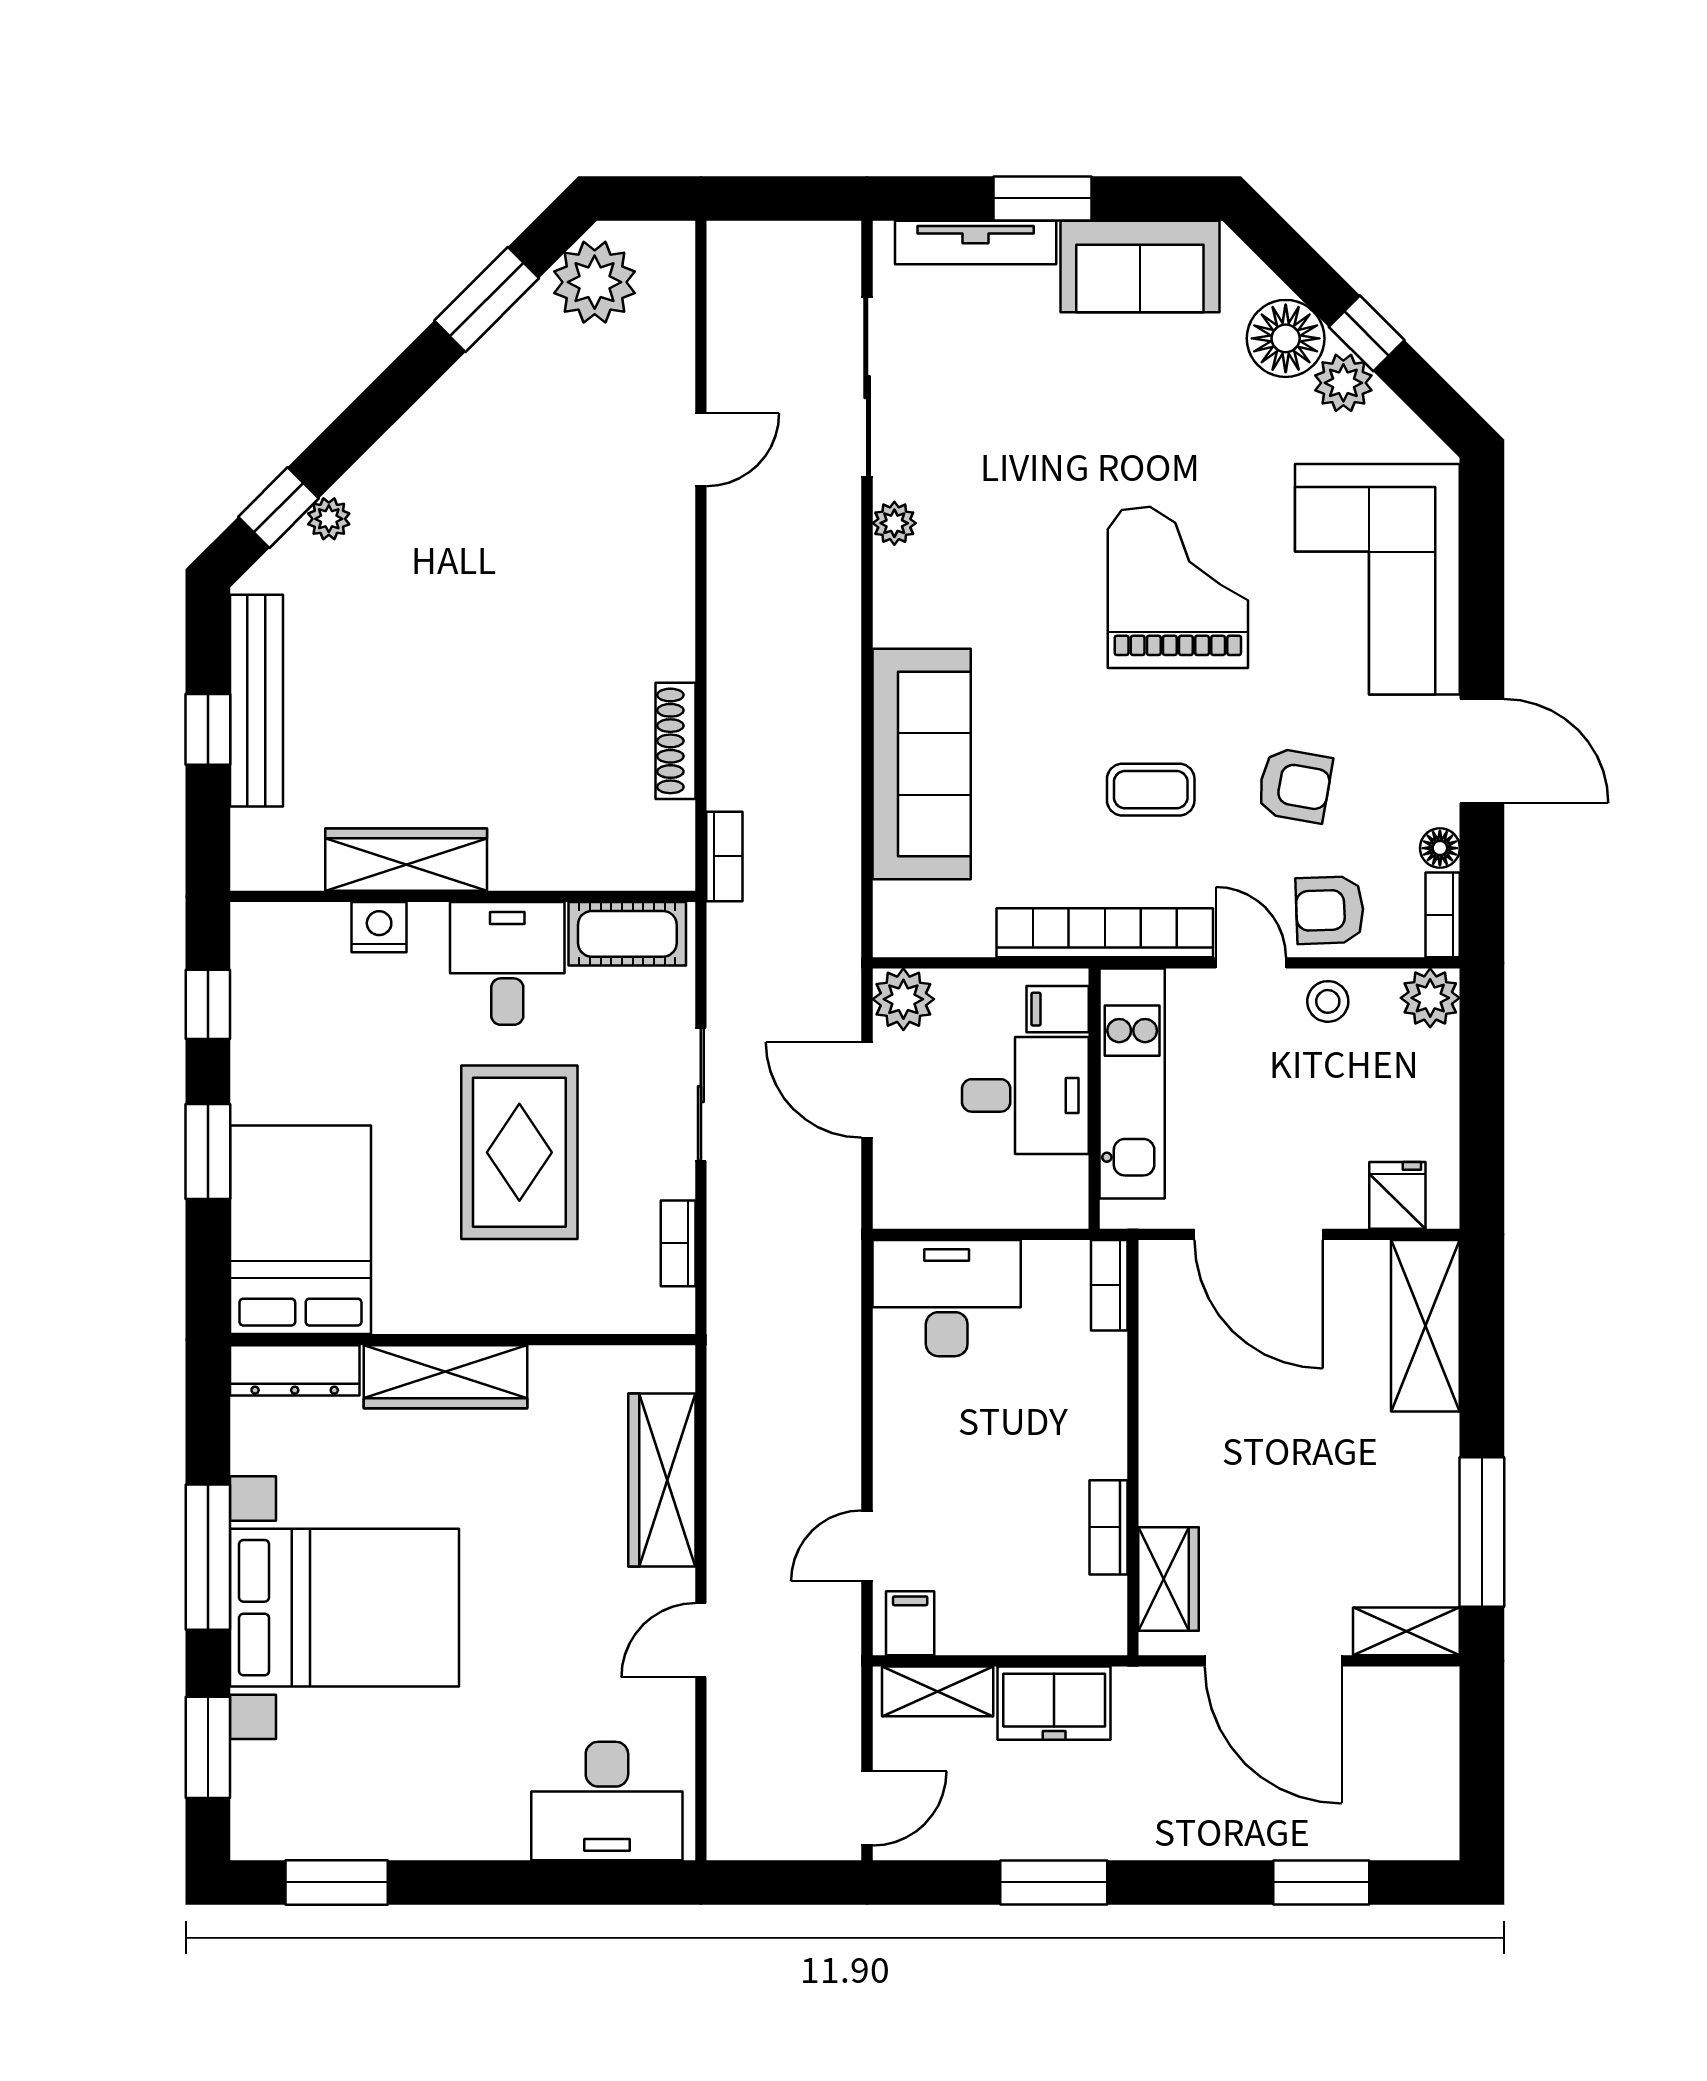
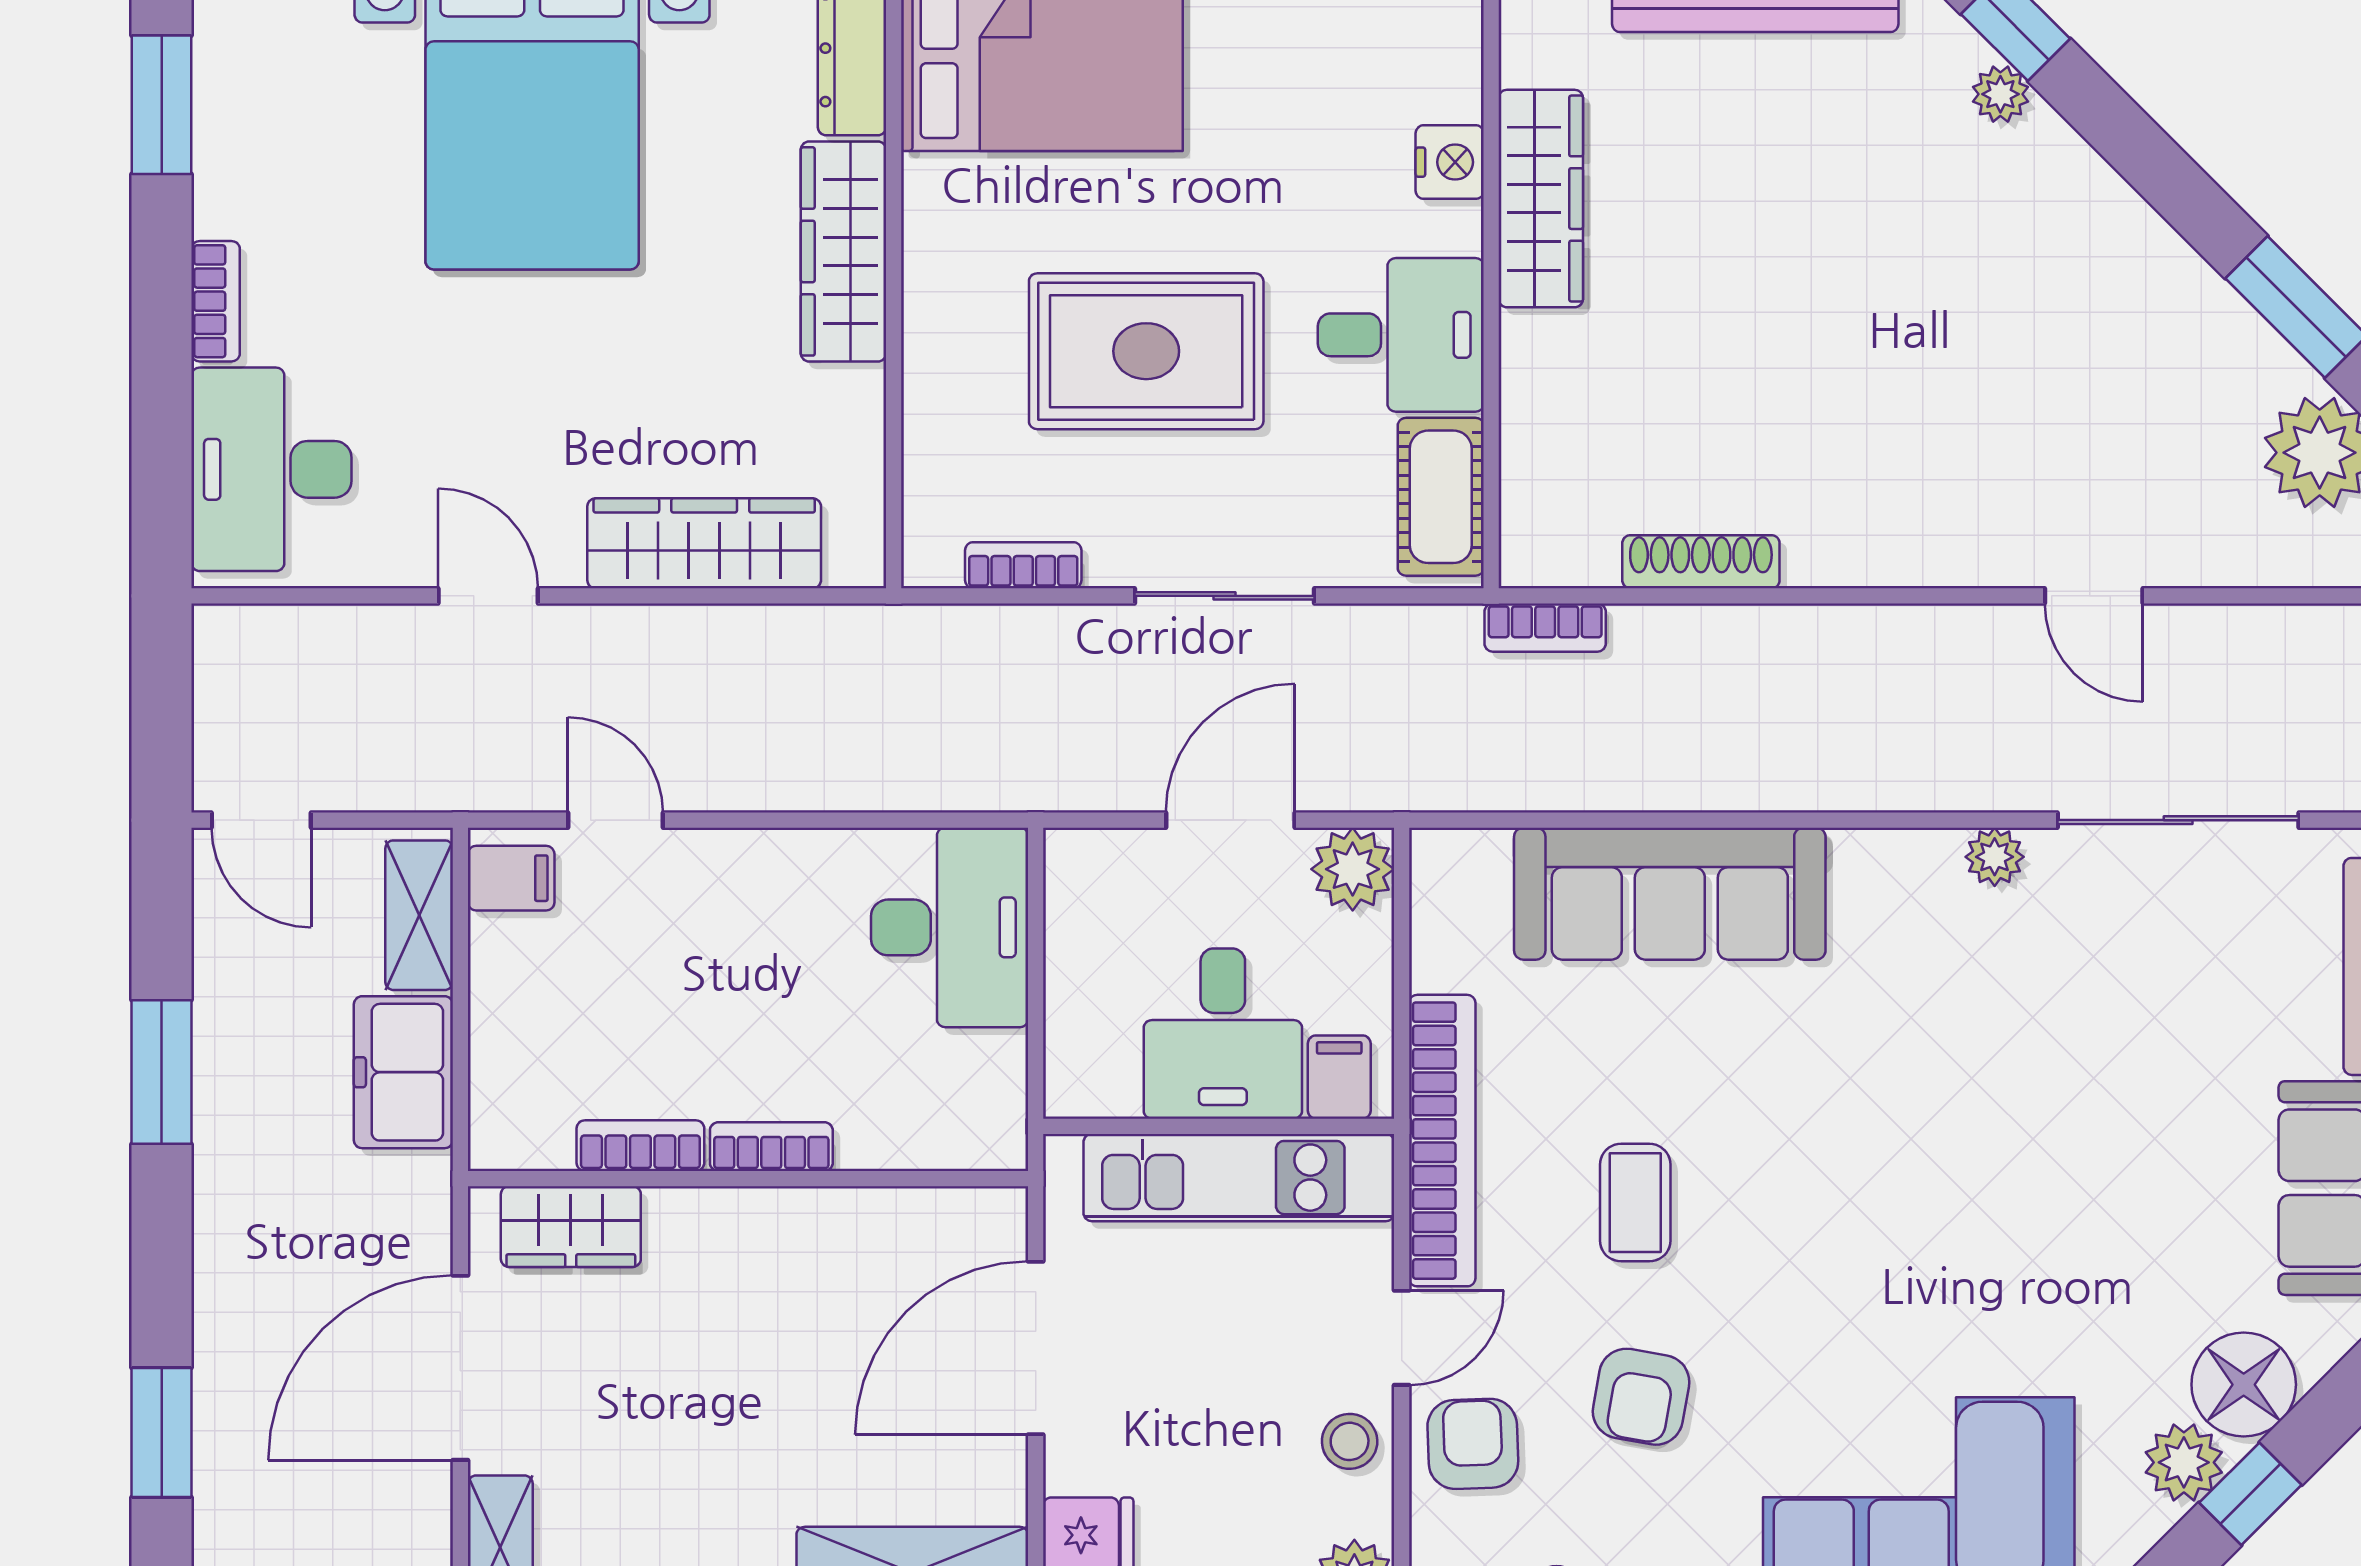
grand piano: (1178, 587) -> (1908, 1239), removed
bookcase: (1109, 1285) -> (771, 1147), moved
bookcase: (482, 1842) -> (216, 301), added

